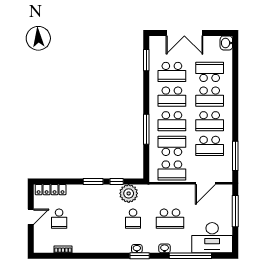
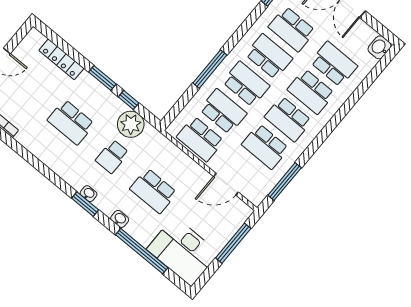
school desk: (172, 97) -> (269, 56), turned 180
school desk: (172, 121) -> (246, 84), turned 180
locker: (51, 190) -> (61, 59), moved
school desk: (59, 219) -> (71, 122), moved, width x1.85

